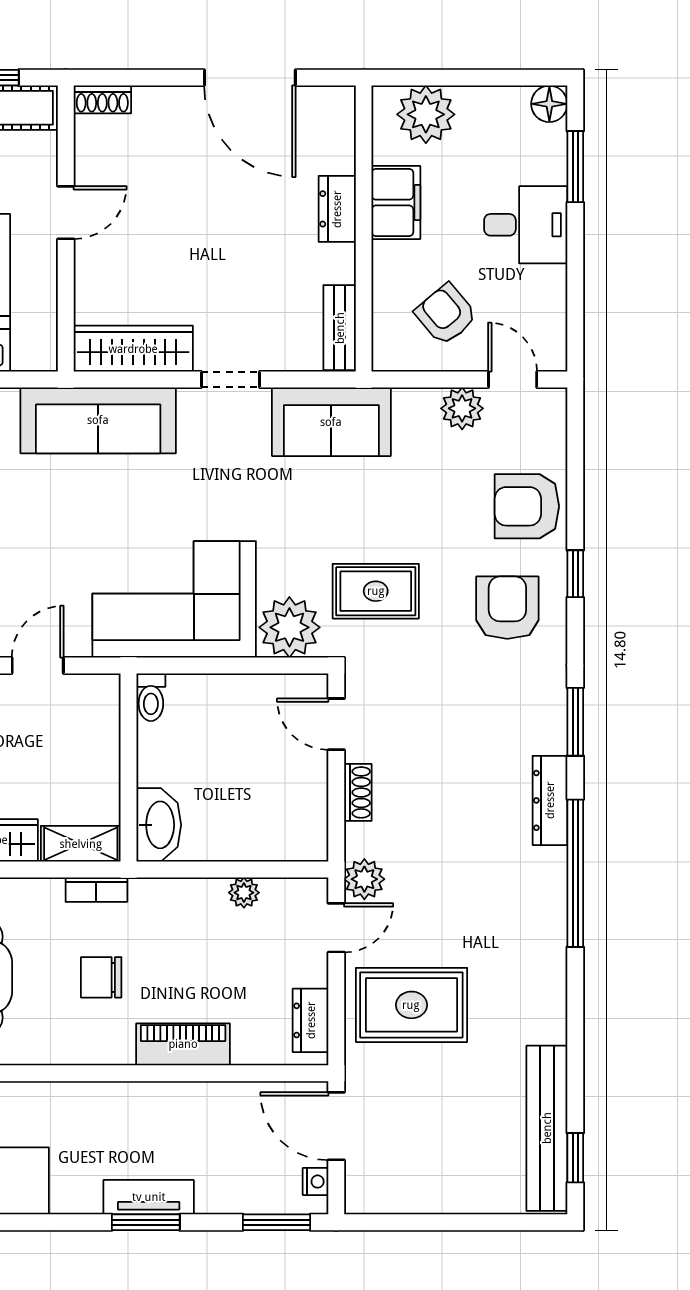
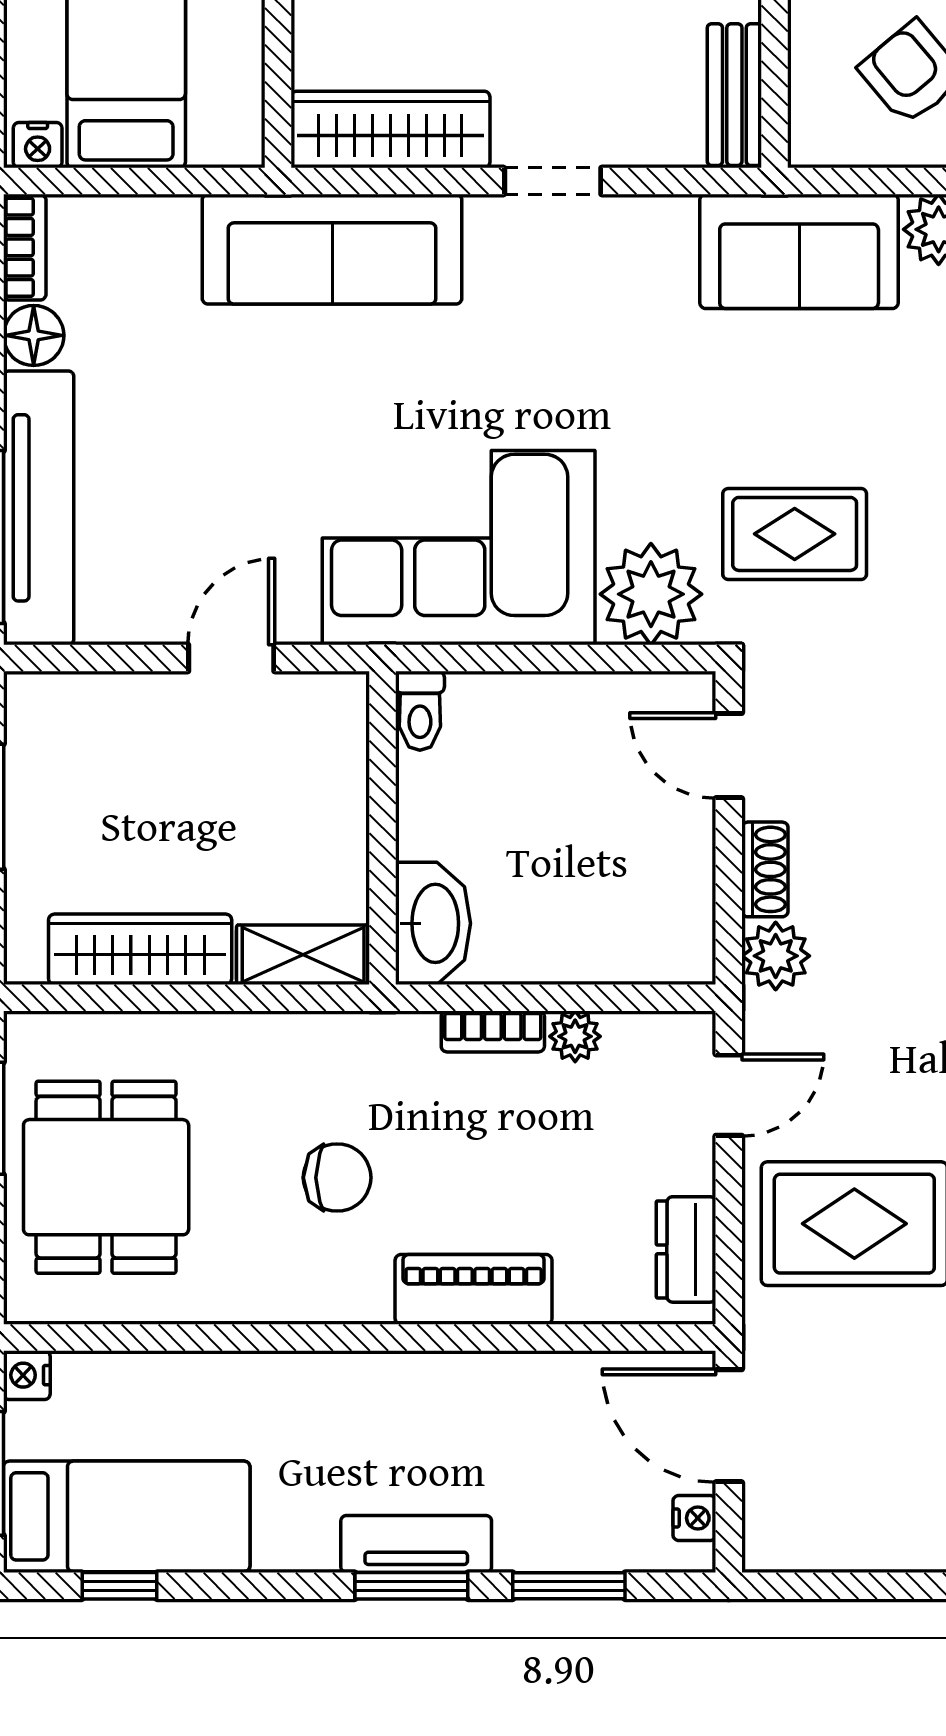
sofa: (331, 422) -> (799, 251), moved
plant: (364, 879) -> (776, 956), moved
bookcase: (96, 890) -> (493, 1031), moved
chair: (101, 977) -> (337, 1178), turned 180
window: (276, 1222) -> (569, 1586), moved

